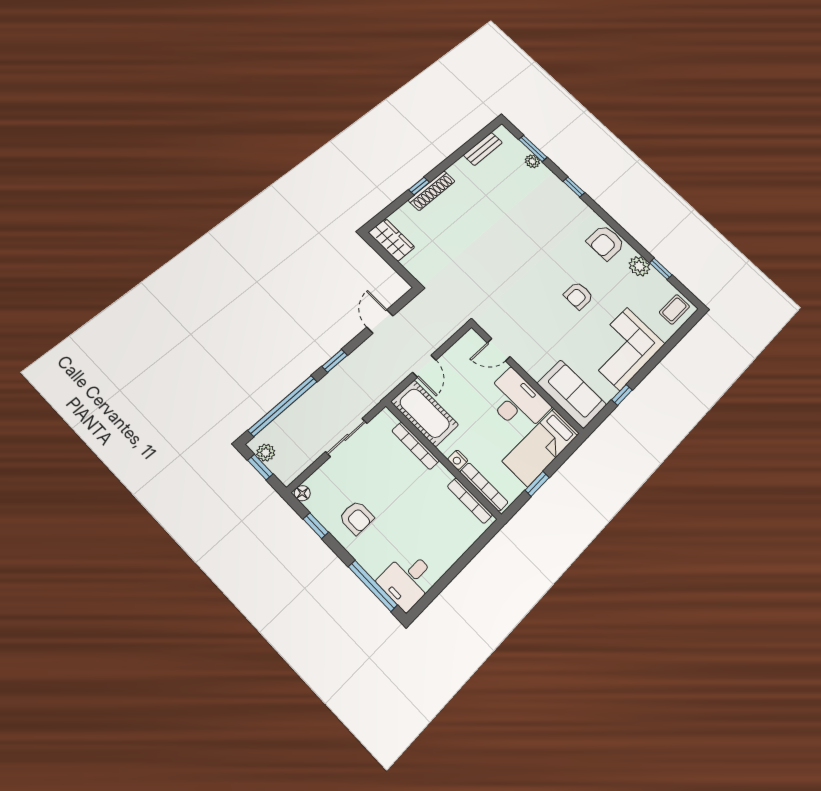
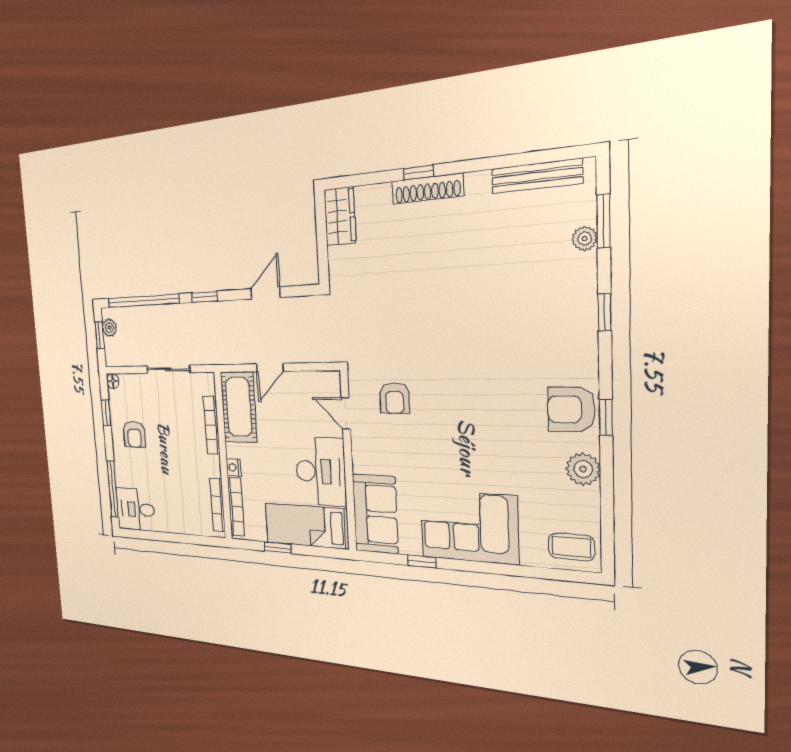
bench: (483, 149) -> (537, 176), width x1.36
window: (661, 269) -> (606, 417), moved
armchair: (578, 296) -> (395, 398), moved, turned -90

